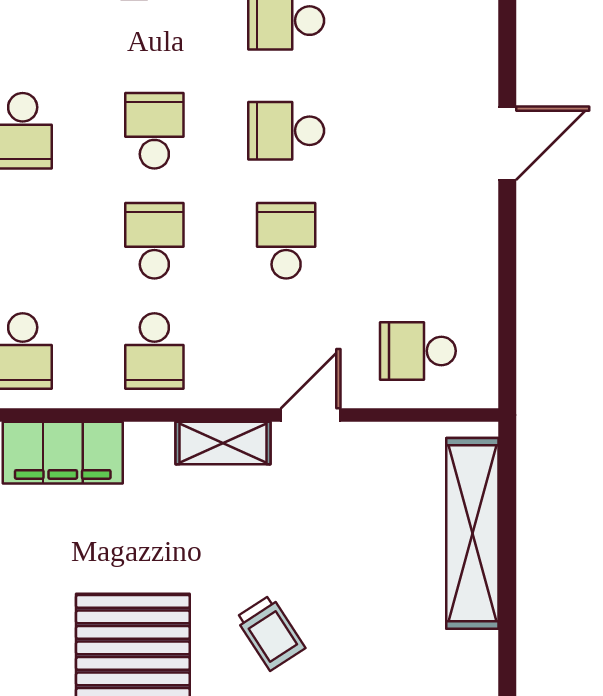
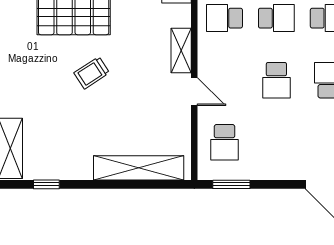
school desk: (286, 241) -> (276, 80), turned 90
window: (507, 336) -> (231, 184), added
school desk: (418, 351) -> (225, 142), turned 180

